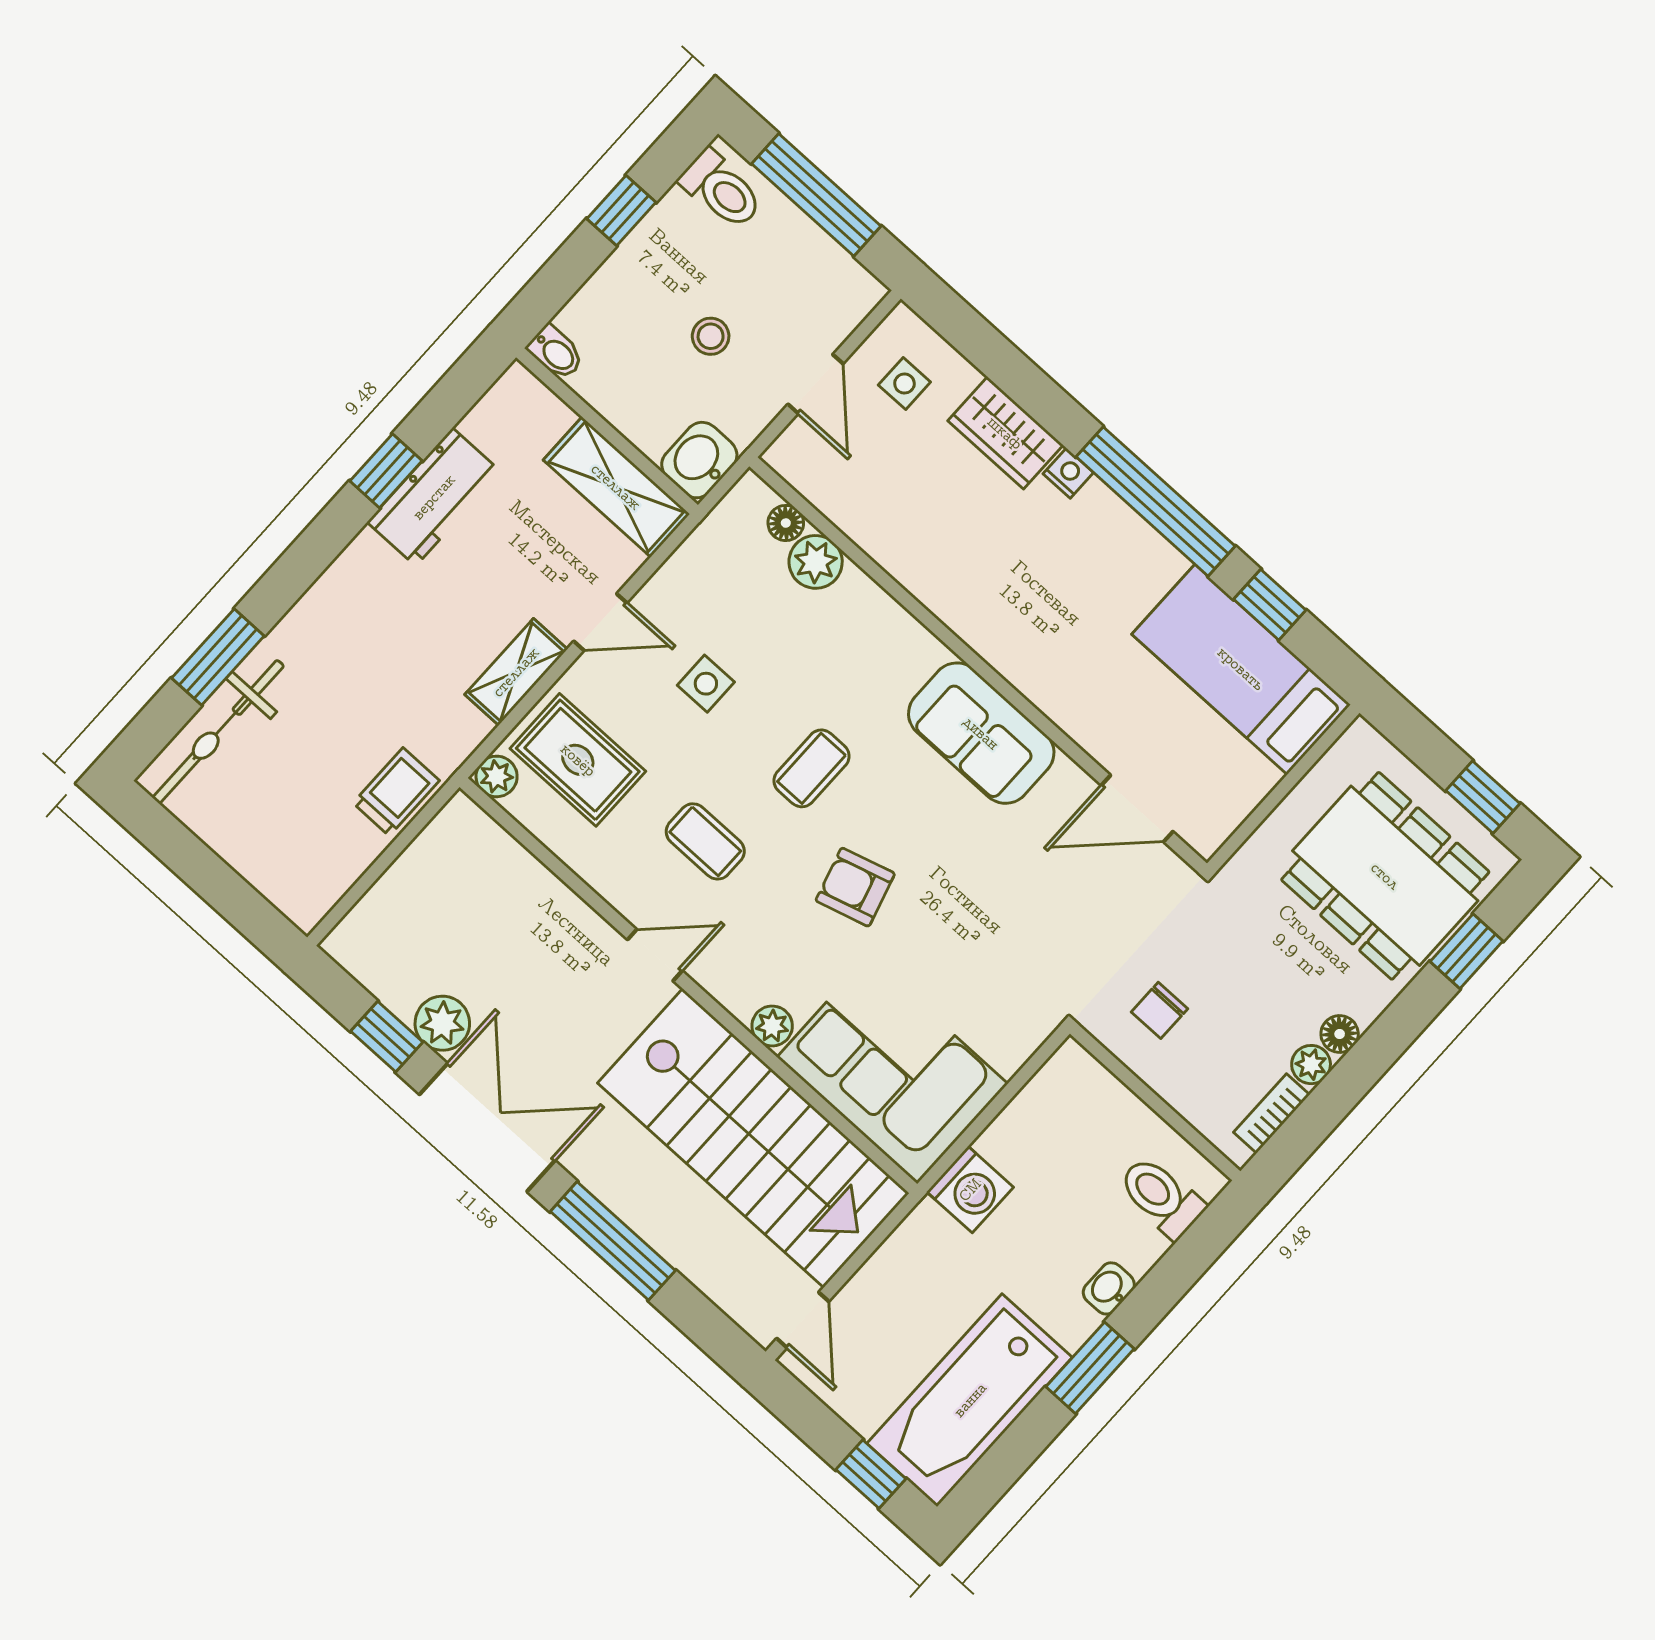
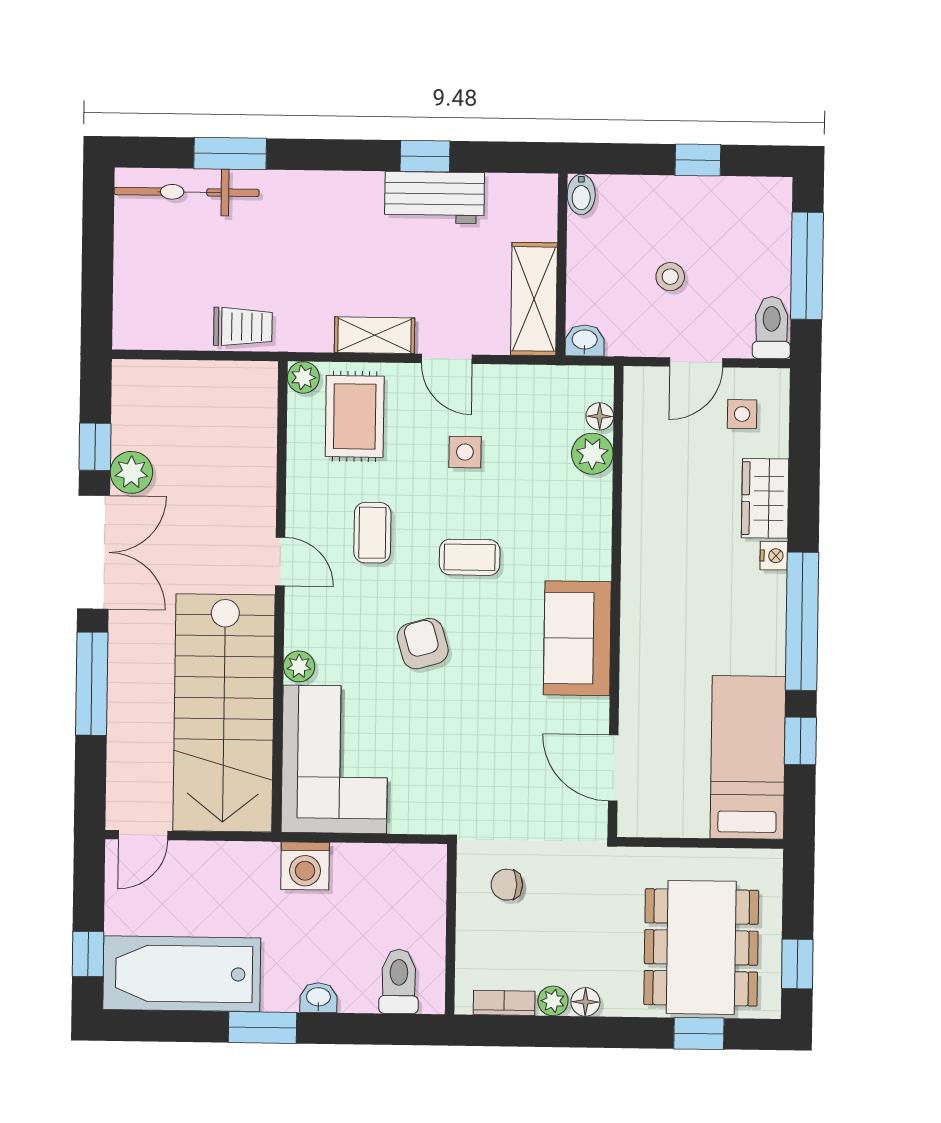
toilet: (721, 190) -> (772, 328), moved, turned 180
washbasin: (699, 460) -> (585, 340), width x0.72, depth x0.69

